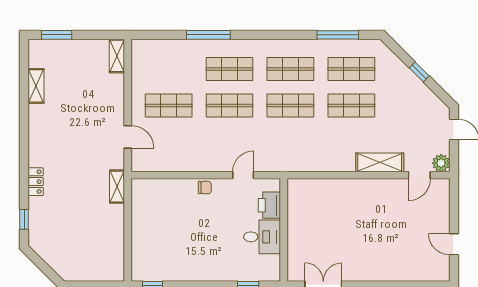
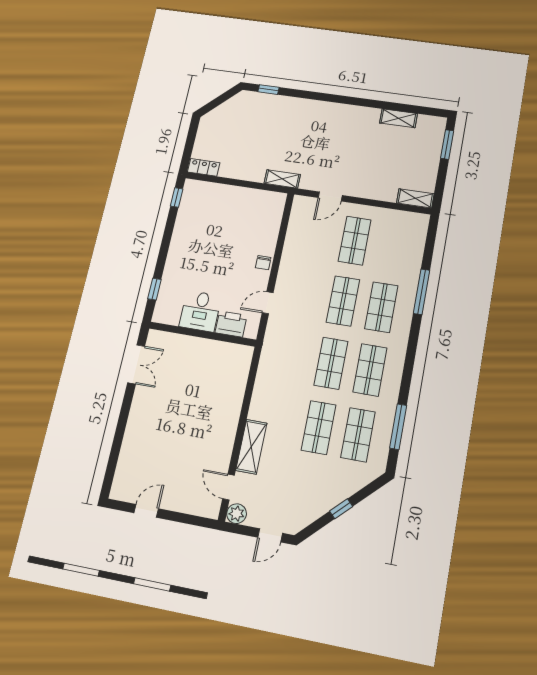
door: (243, 175) -> (268, 303), swing flipped
locker: (36, 182) -> (204, 167), moved, turned 180

